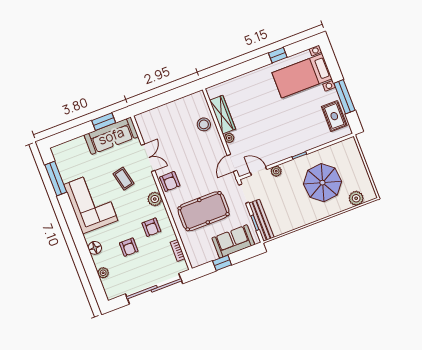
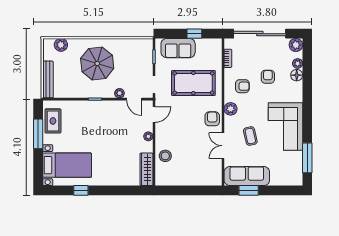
wardrobe: (222, 115) -> (146, 169), moved
parasol: (322, 183) -> (97, 63), moved
bench: (261, 220) -> (48, 79), moved
armchair: (151, 227) -> (242, 86), turned 90
floor lamp: (95, 248) -> (297, 75), moved
plant: (112, 291) -> (296, 45), added

